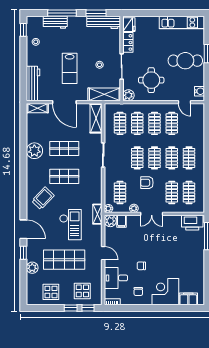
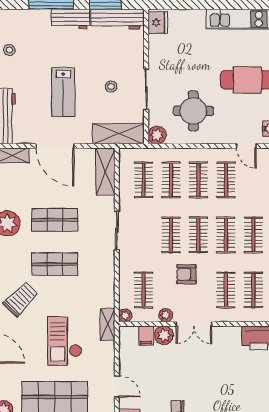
workbench: (55, 22) -> (71, 19), moved
locker: (128, 42) -> (156, 51), removed
plant: (110, 221) -> (164, 335), moved
checkout: (70, 225) -> (65, 341), turned 180

